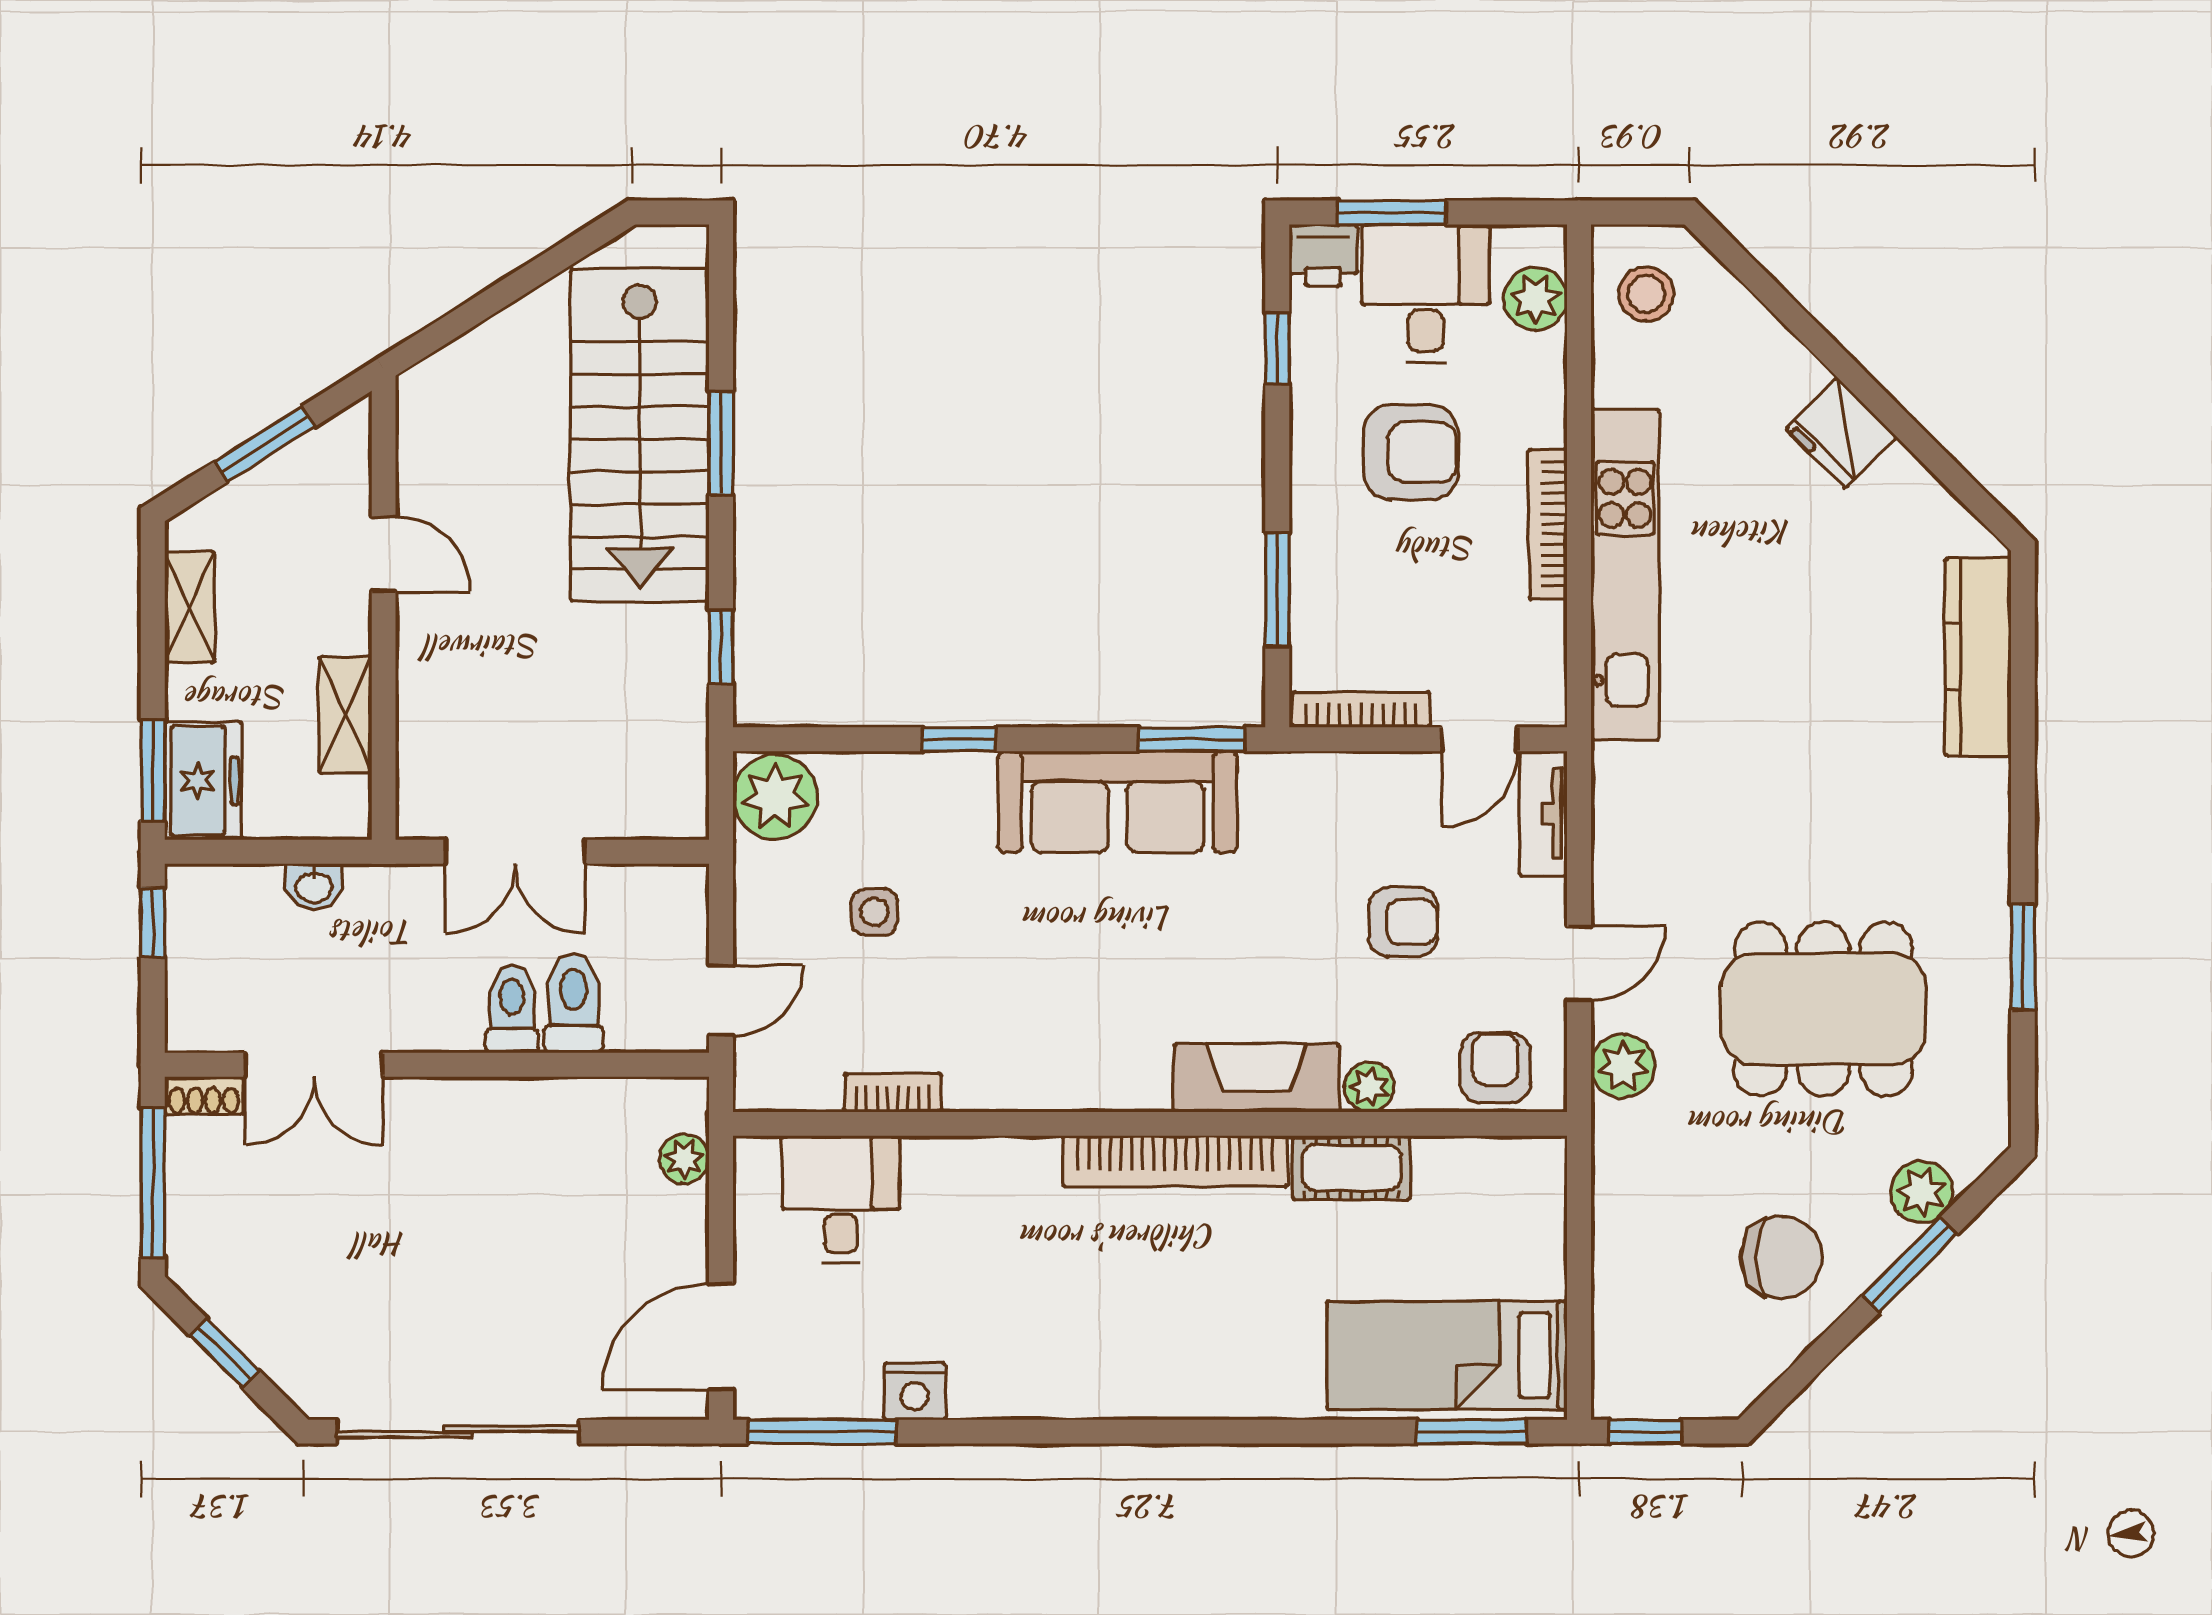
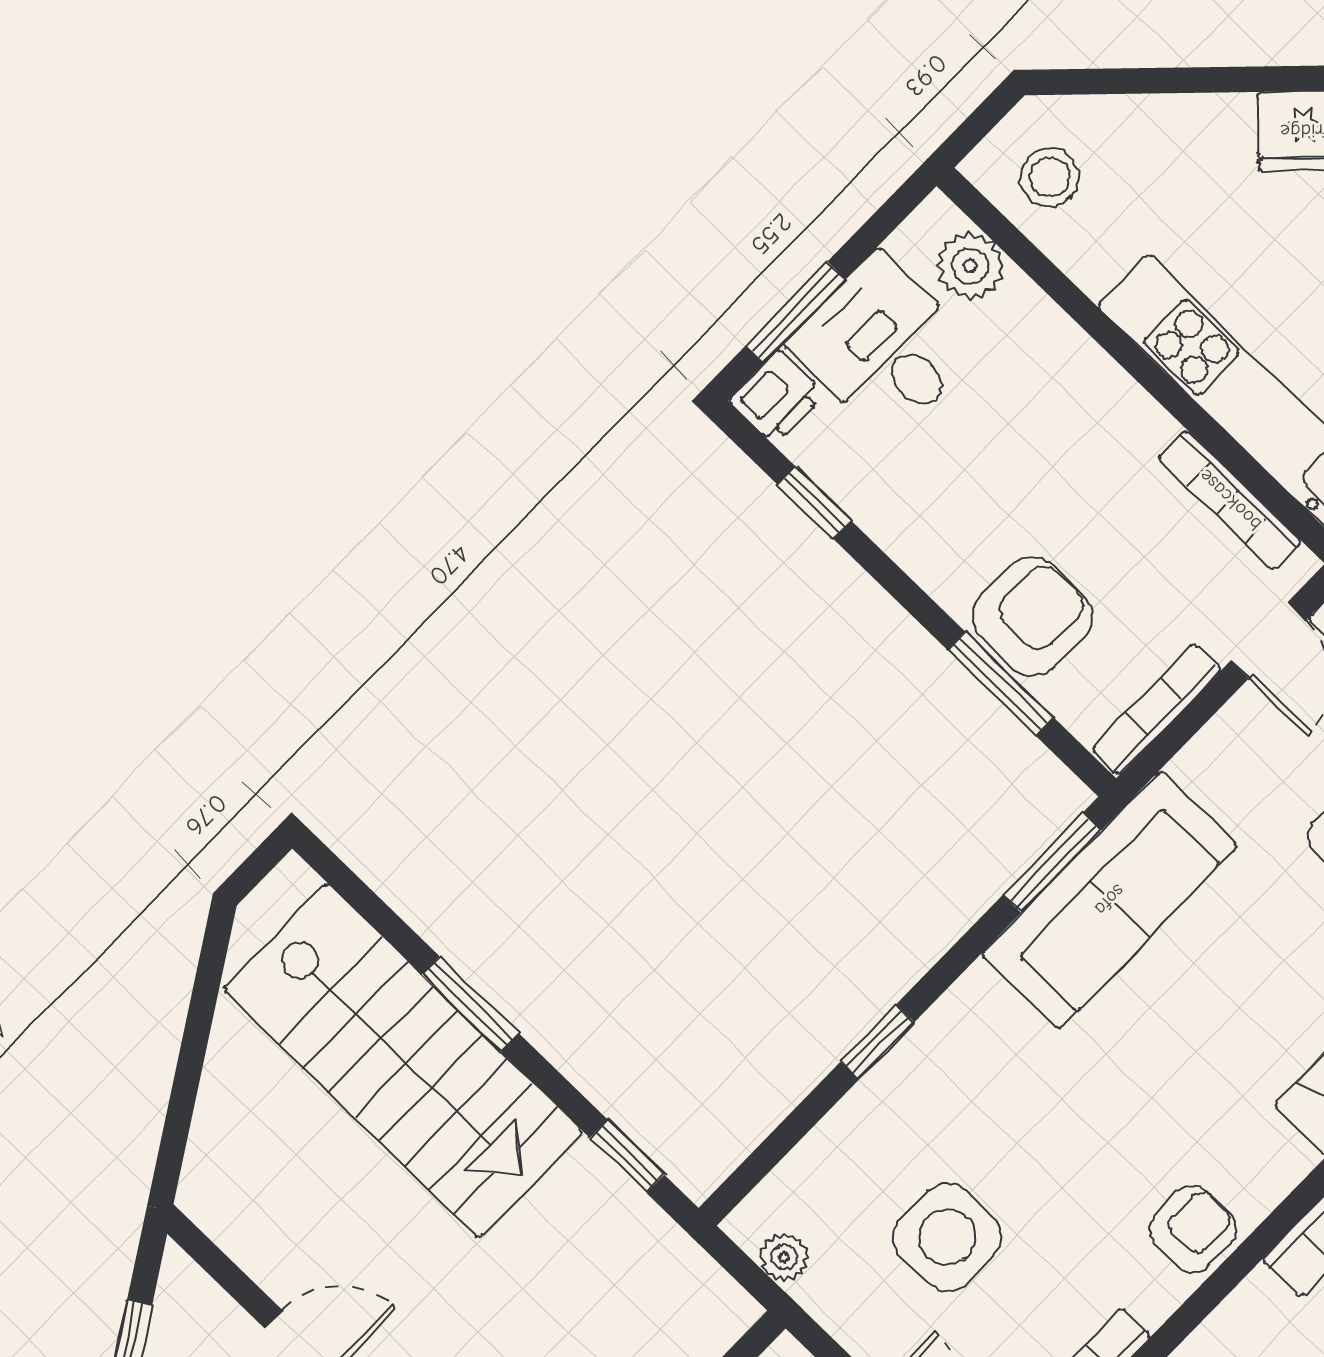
armchair: (1411, 452) -> (1032, 617), moved
bookcase: (1548, 524) -> (1230, 500), moved
plant: (775, 797) -> (784, 1257), width x0.53, depth x0.53
sofa: (1118, 802) -> (1110, 900), moved
side table: (874, 912) -> (947, 1237), width x1.87, depth x1.87
armchair: (1039, 1070) -> (1193, 1229), added

